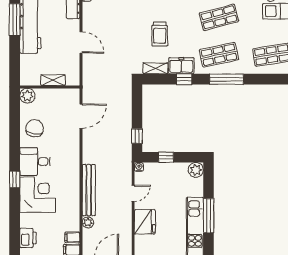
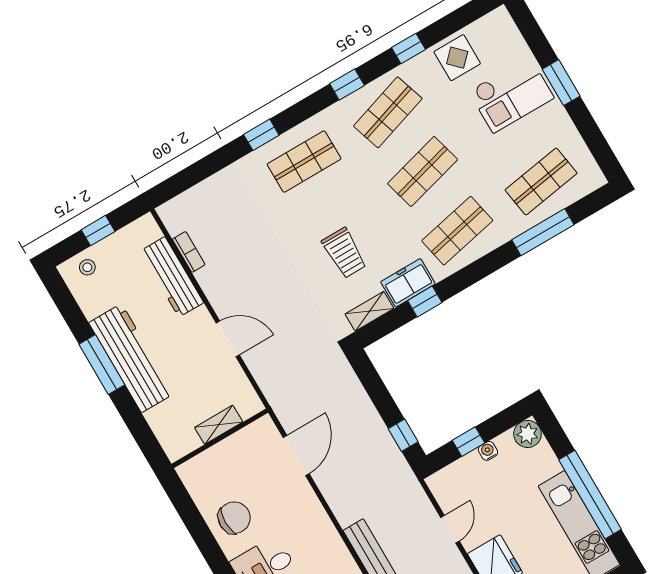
window: (227, 79) -> (543, 232), moved
plant: (27, 96) -> (193, 473), removed
chair: (35, 128) -> (234, 518), turned 81
water cooler: (139, 167) -> (488, 451), moved
window: (209, 216) -> (590, 495), width x1.46

